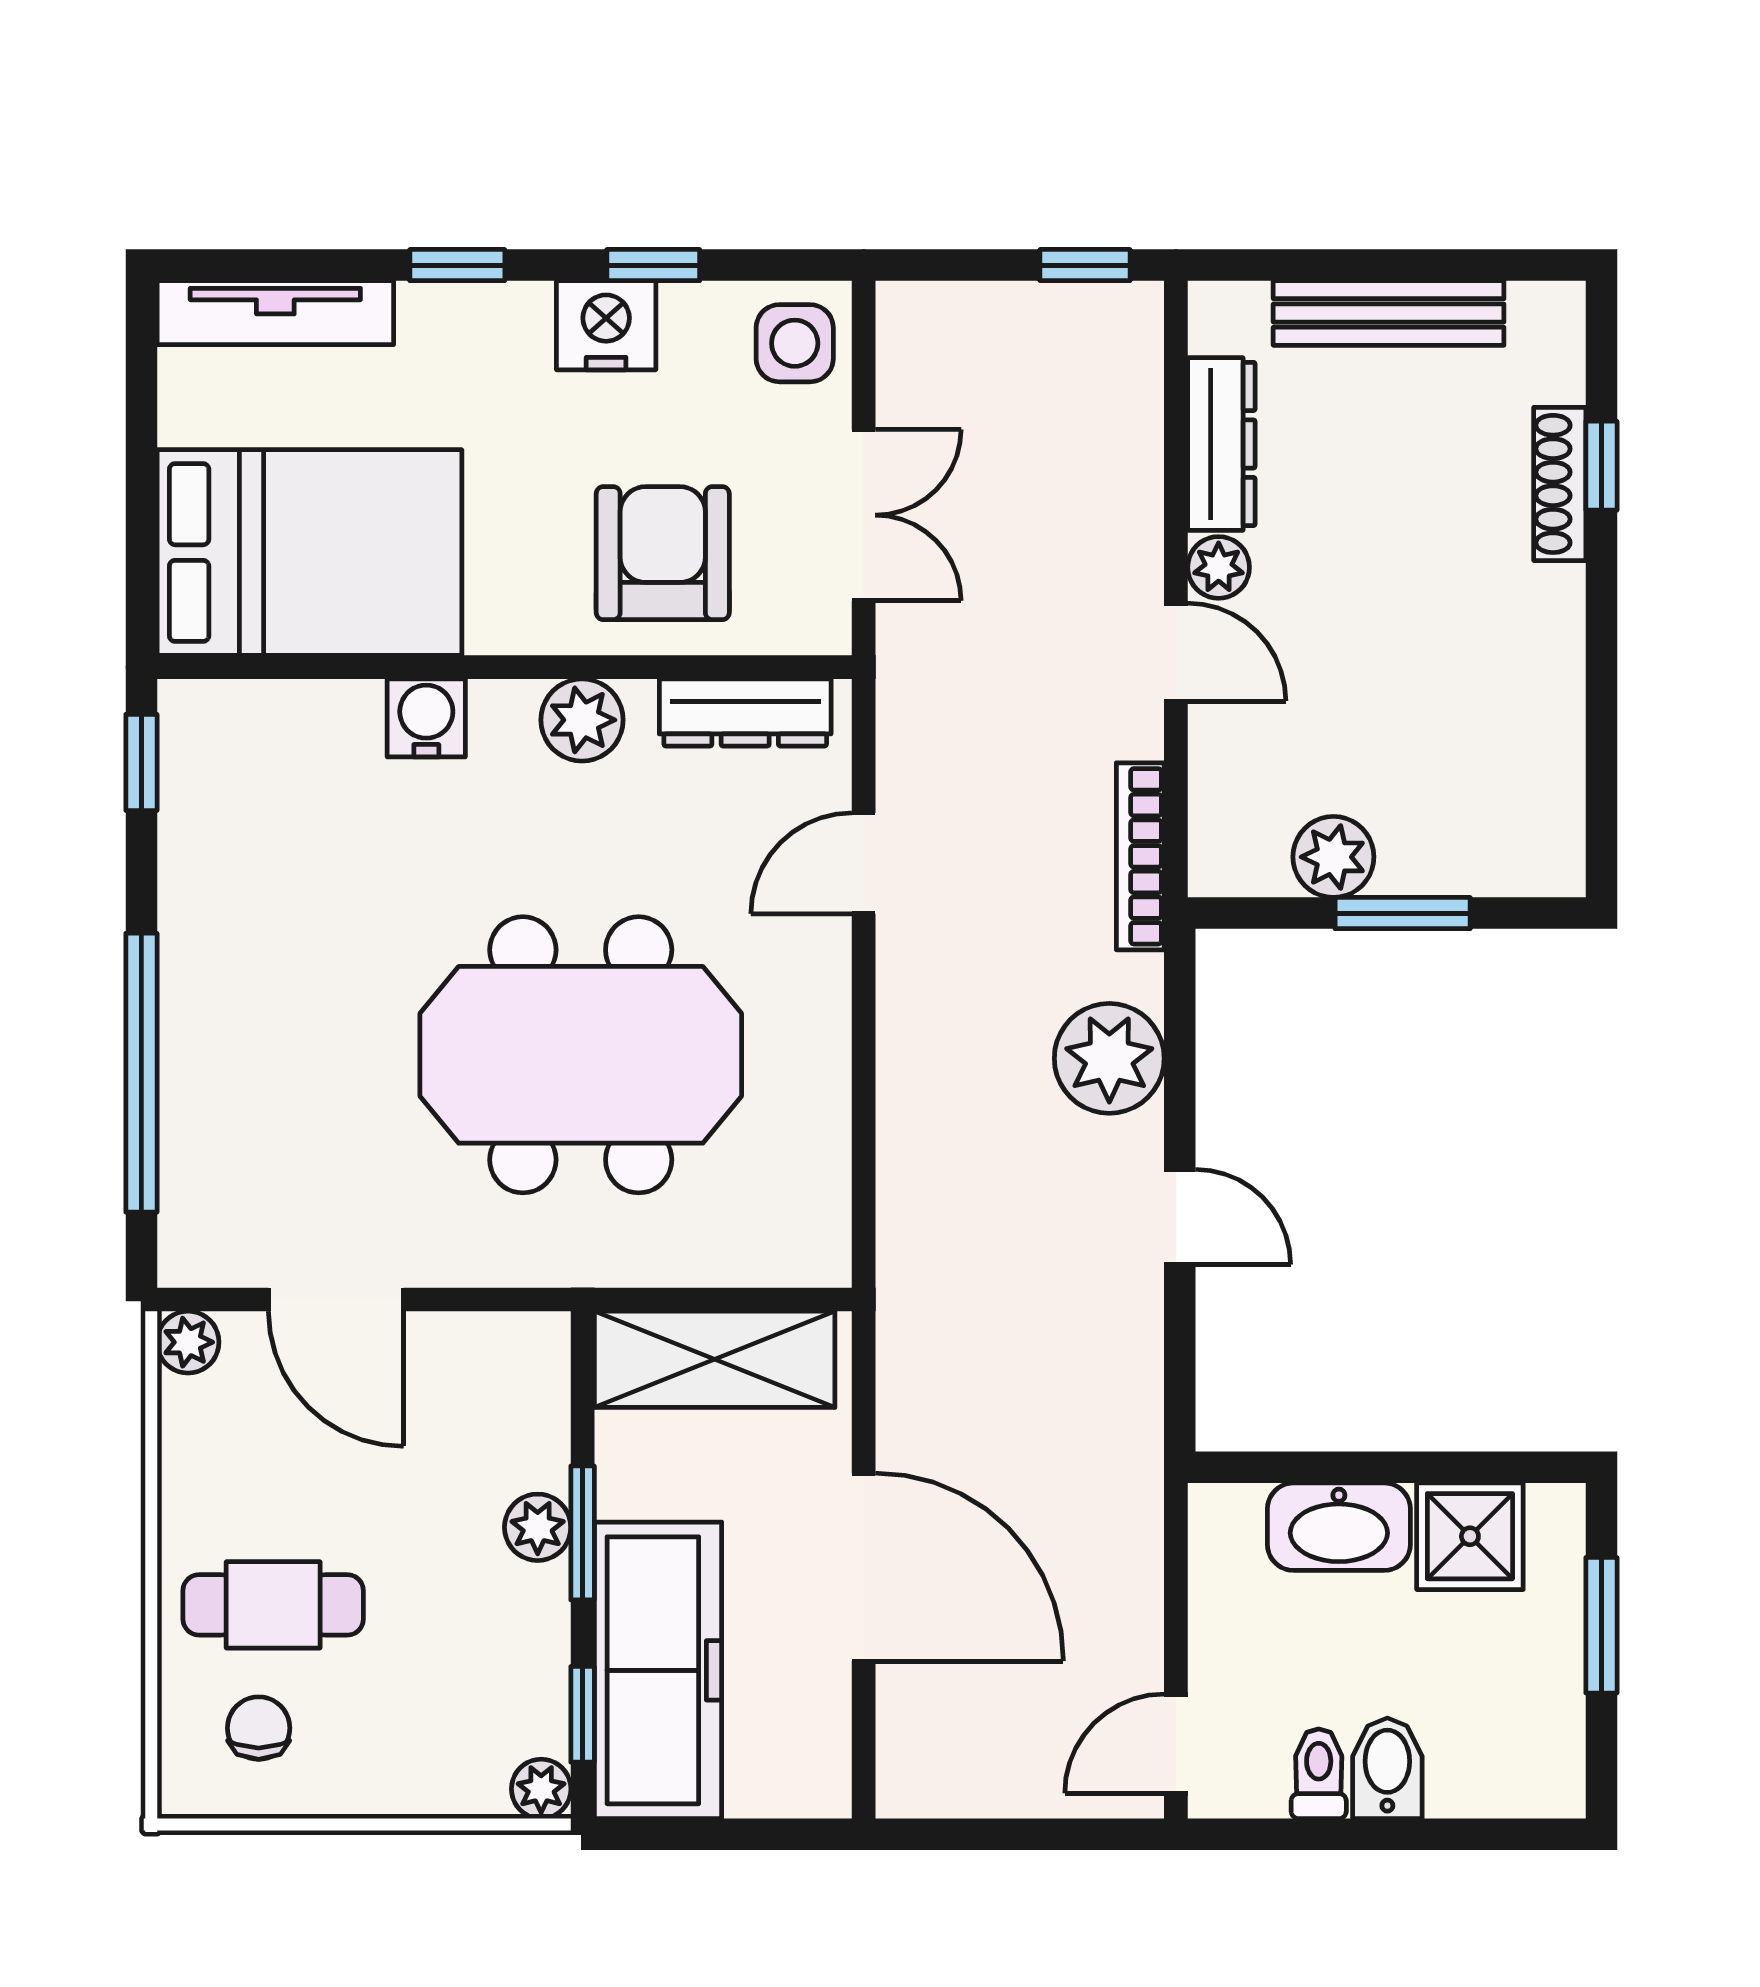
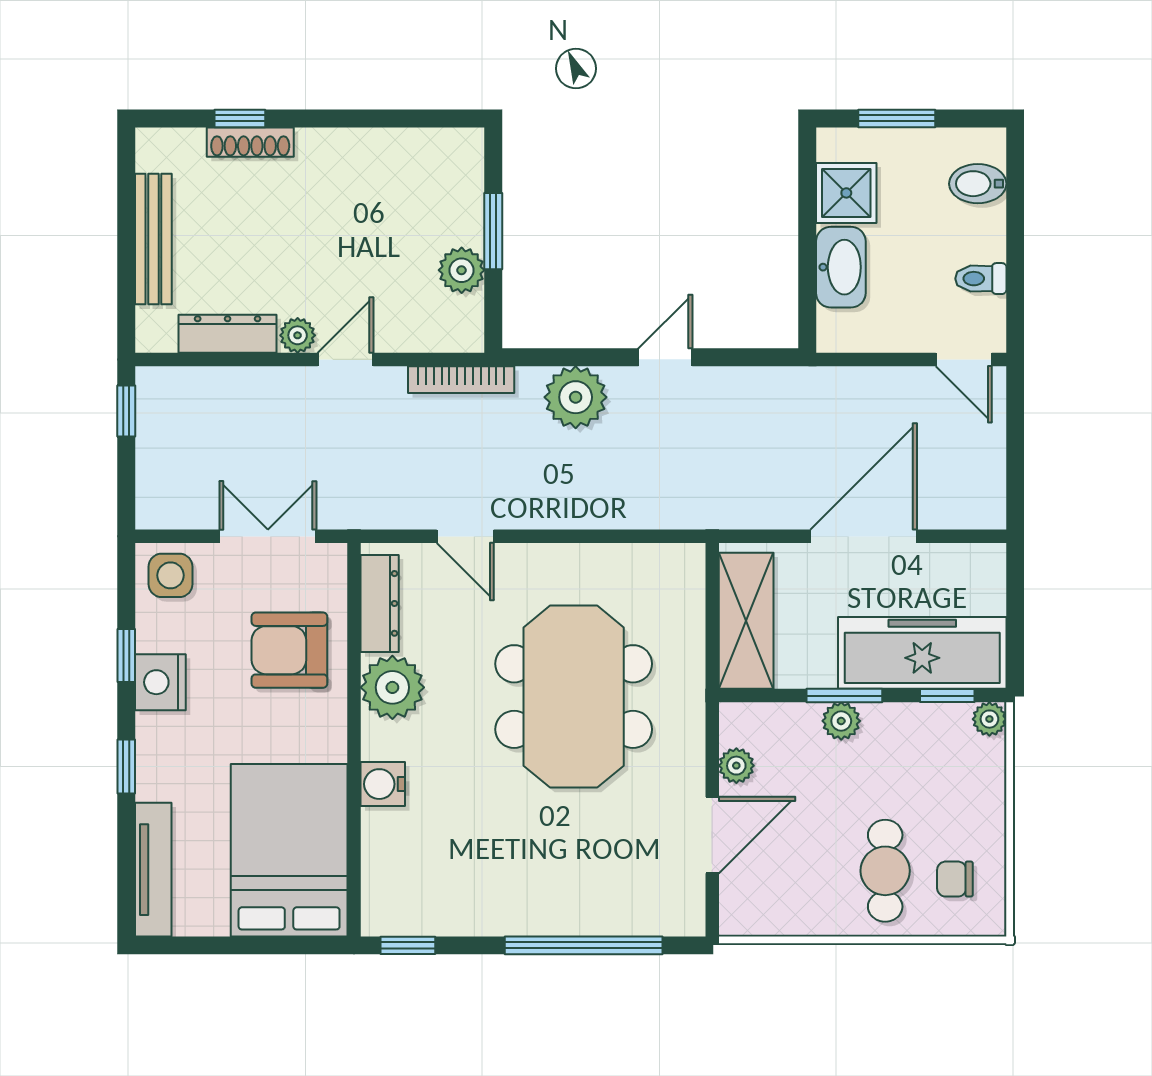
plant: (582, 720) -> (392, 687), width x1.36, depth x1.36
plant: (188, 1342) -> (736, 766), moved
bidet: (1387, 1768) -> (978, 184), moved

